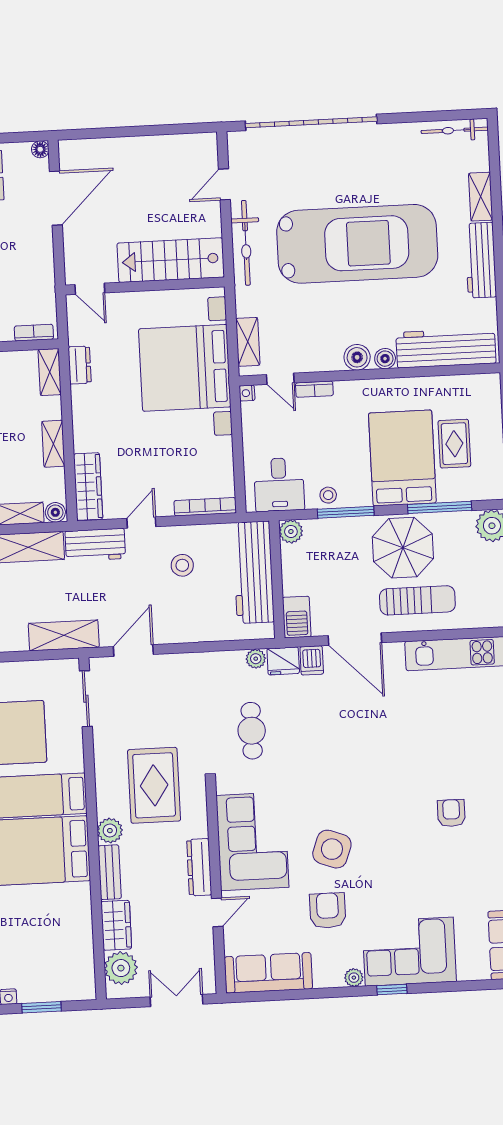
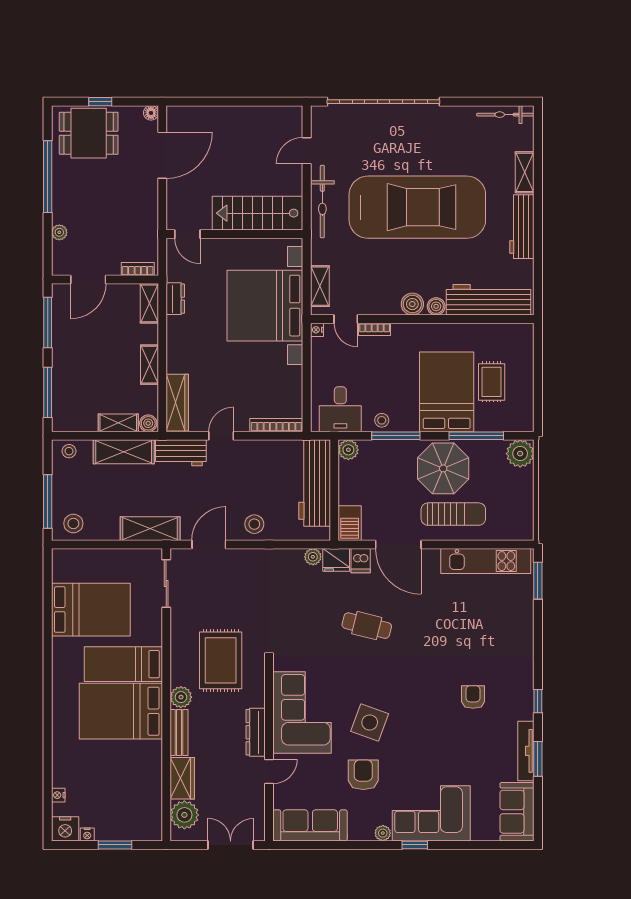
stool: (182, 565) -> (254, 524), moved
cafe table: (252, 731) -> (367, 626), moved, turned -76

